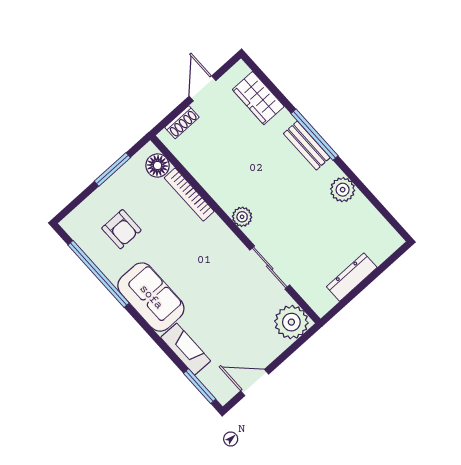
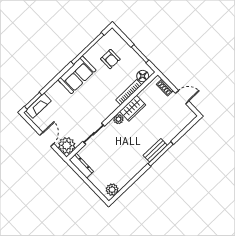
wardrobe: (258, 98) -> (133, 108), moved, turned 180
plant: (343, 190) -> (112, 190), moved
armchair: (121, 229) -> (110, 59), turned -90
dresser: (352, 277) -> (81, 166), moved
fireplace: (186, 349) -> (38, 106), moved
door: (255, 383) -> (47, 139), moved

